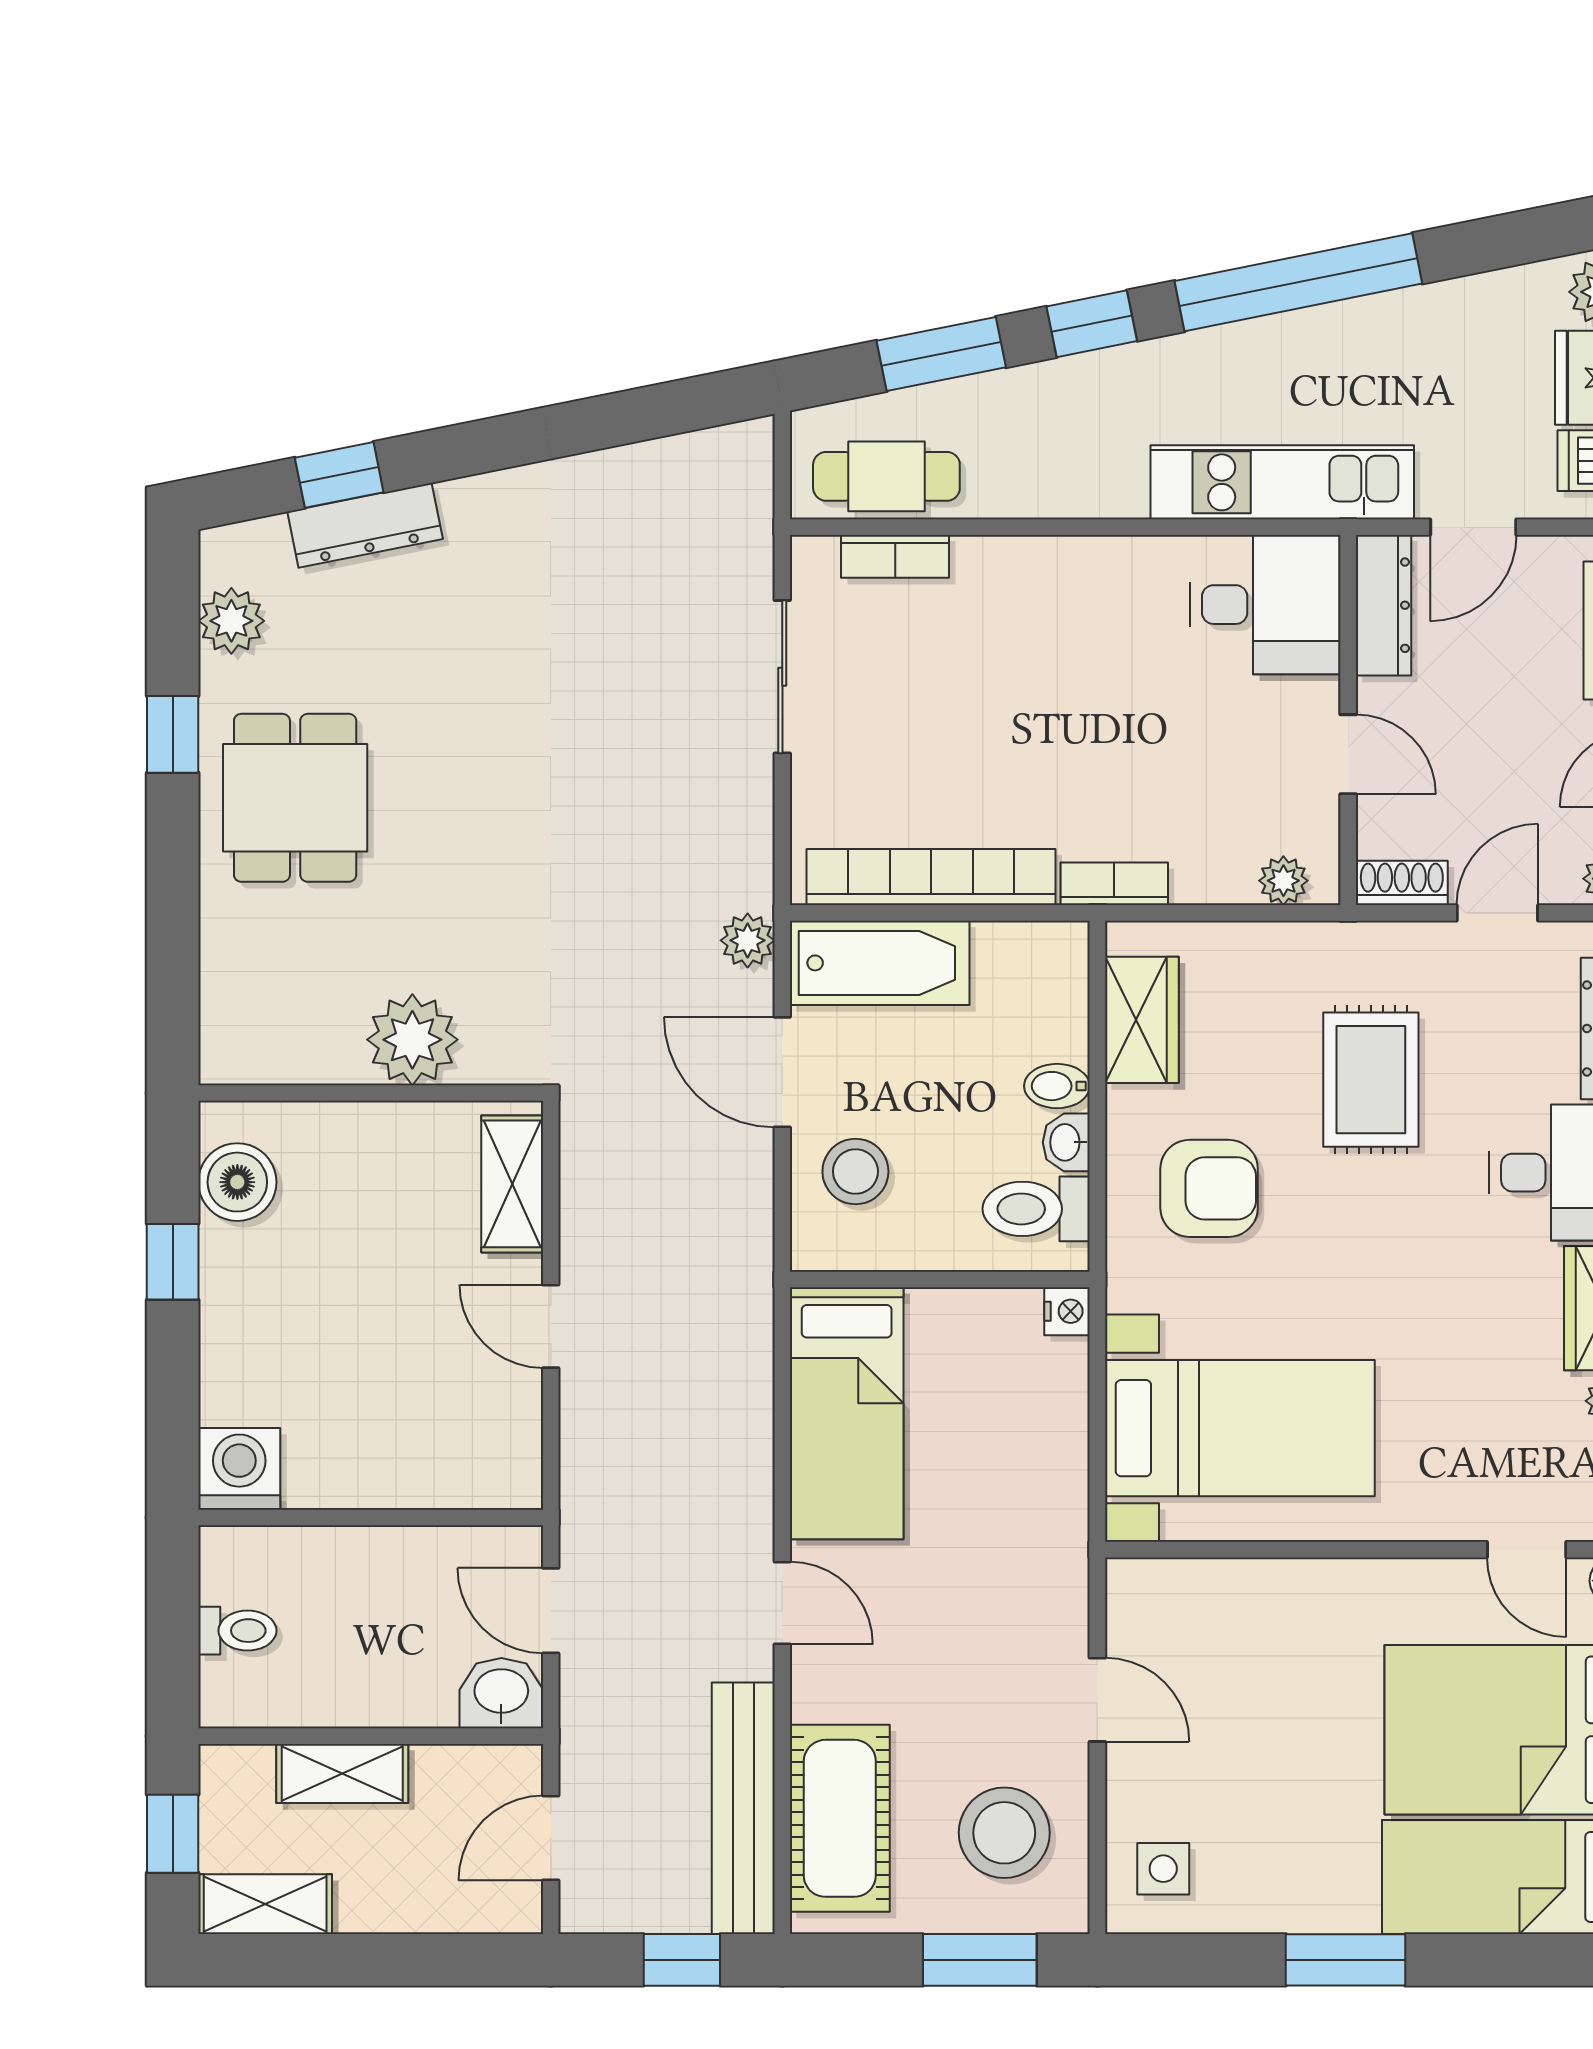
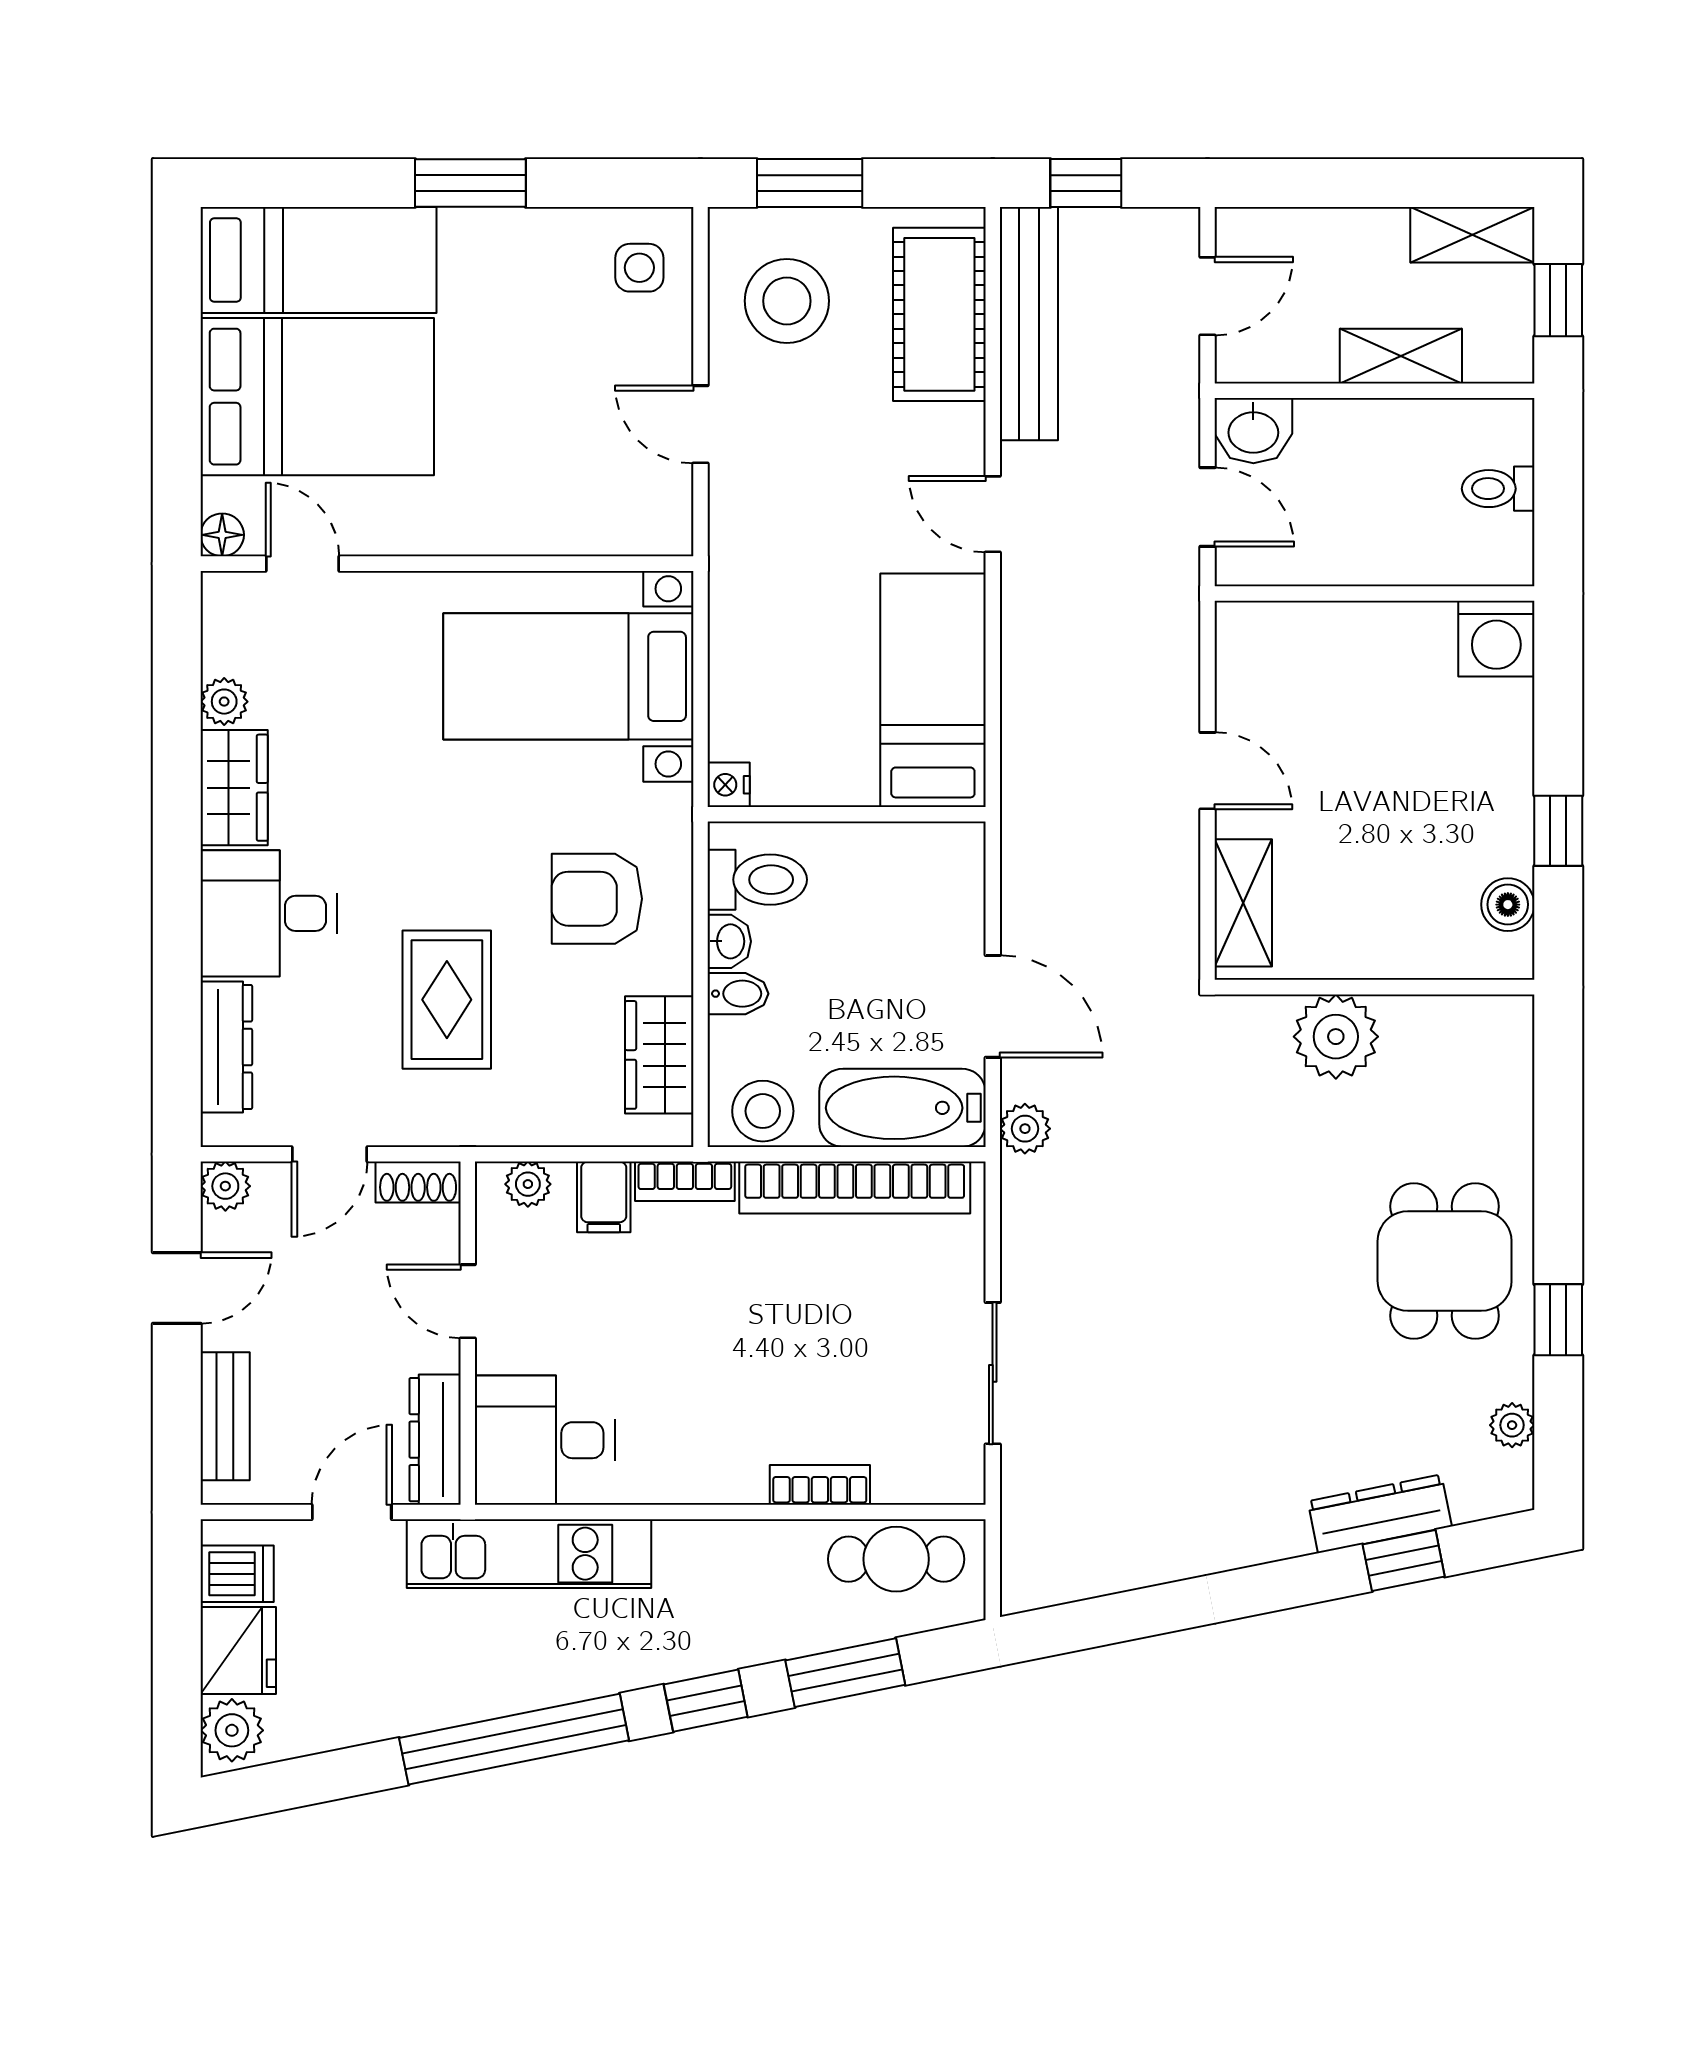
bookcase: (895, 556) -> (820, 1485), moved
plant: (231, 621) -> (1512, 1425), width x0.73, depth x0.73
filing cabinet: (1202, 867) -> (604, 1197), added
stool: (855, 1171) -> (763, 1111), moved
boiler: (237, 1182) -> (1508, 905), width x0.73, depth x0.73

